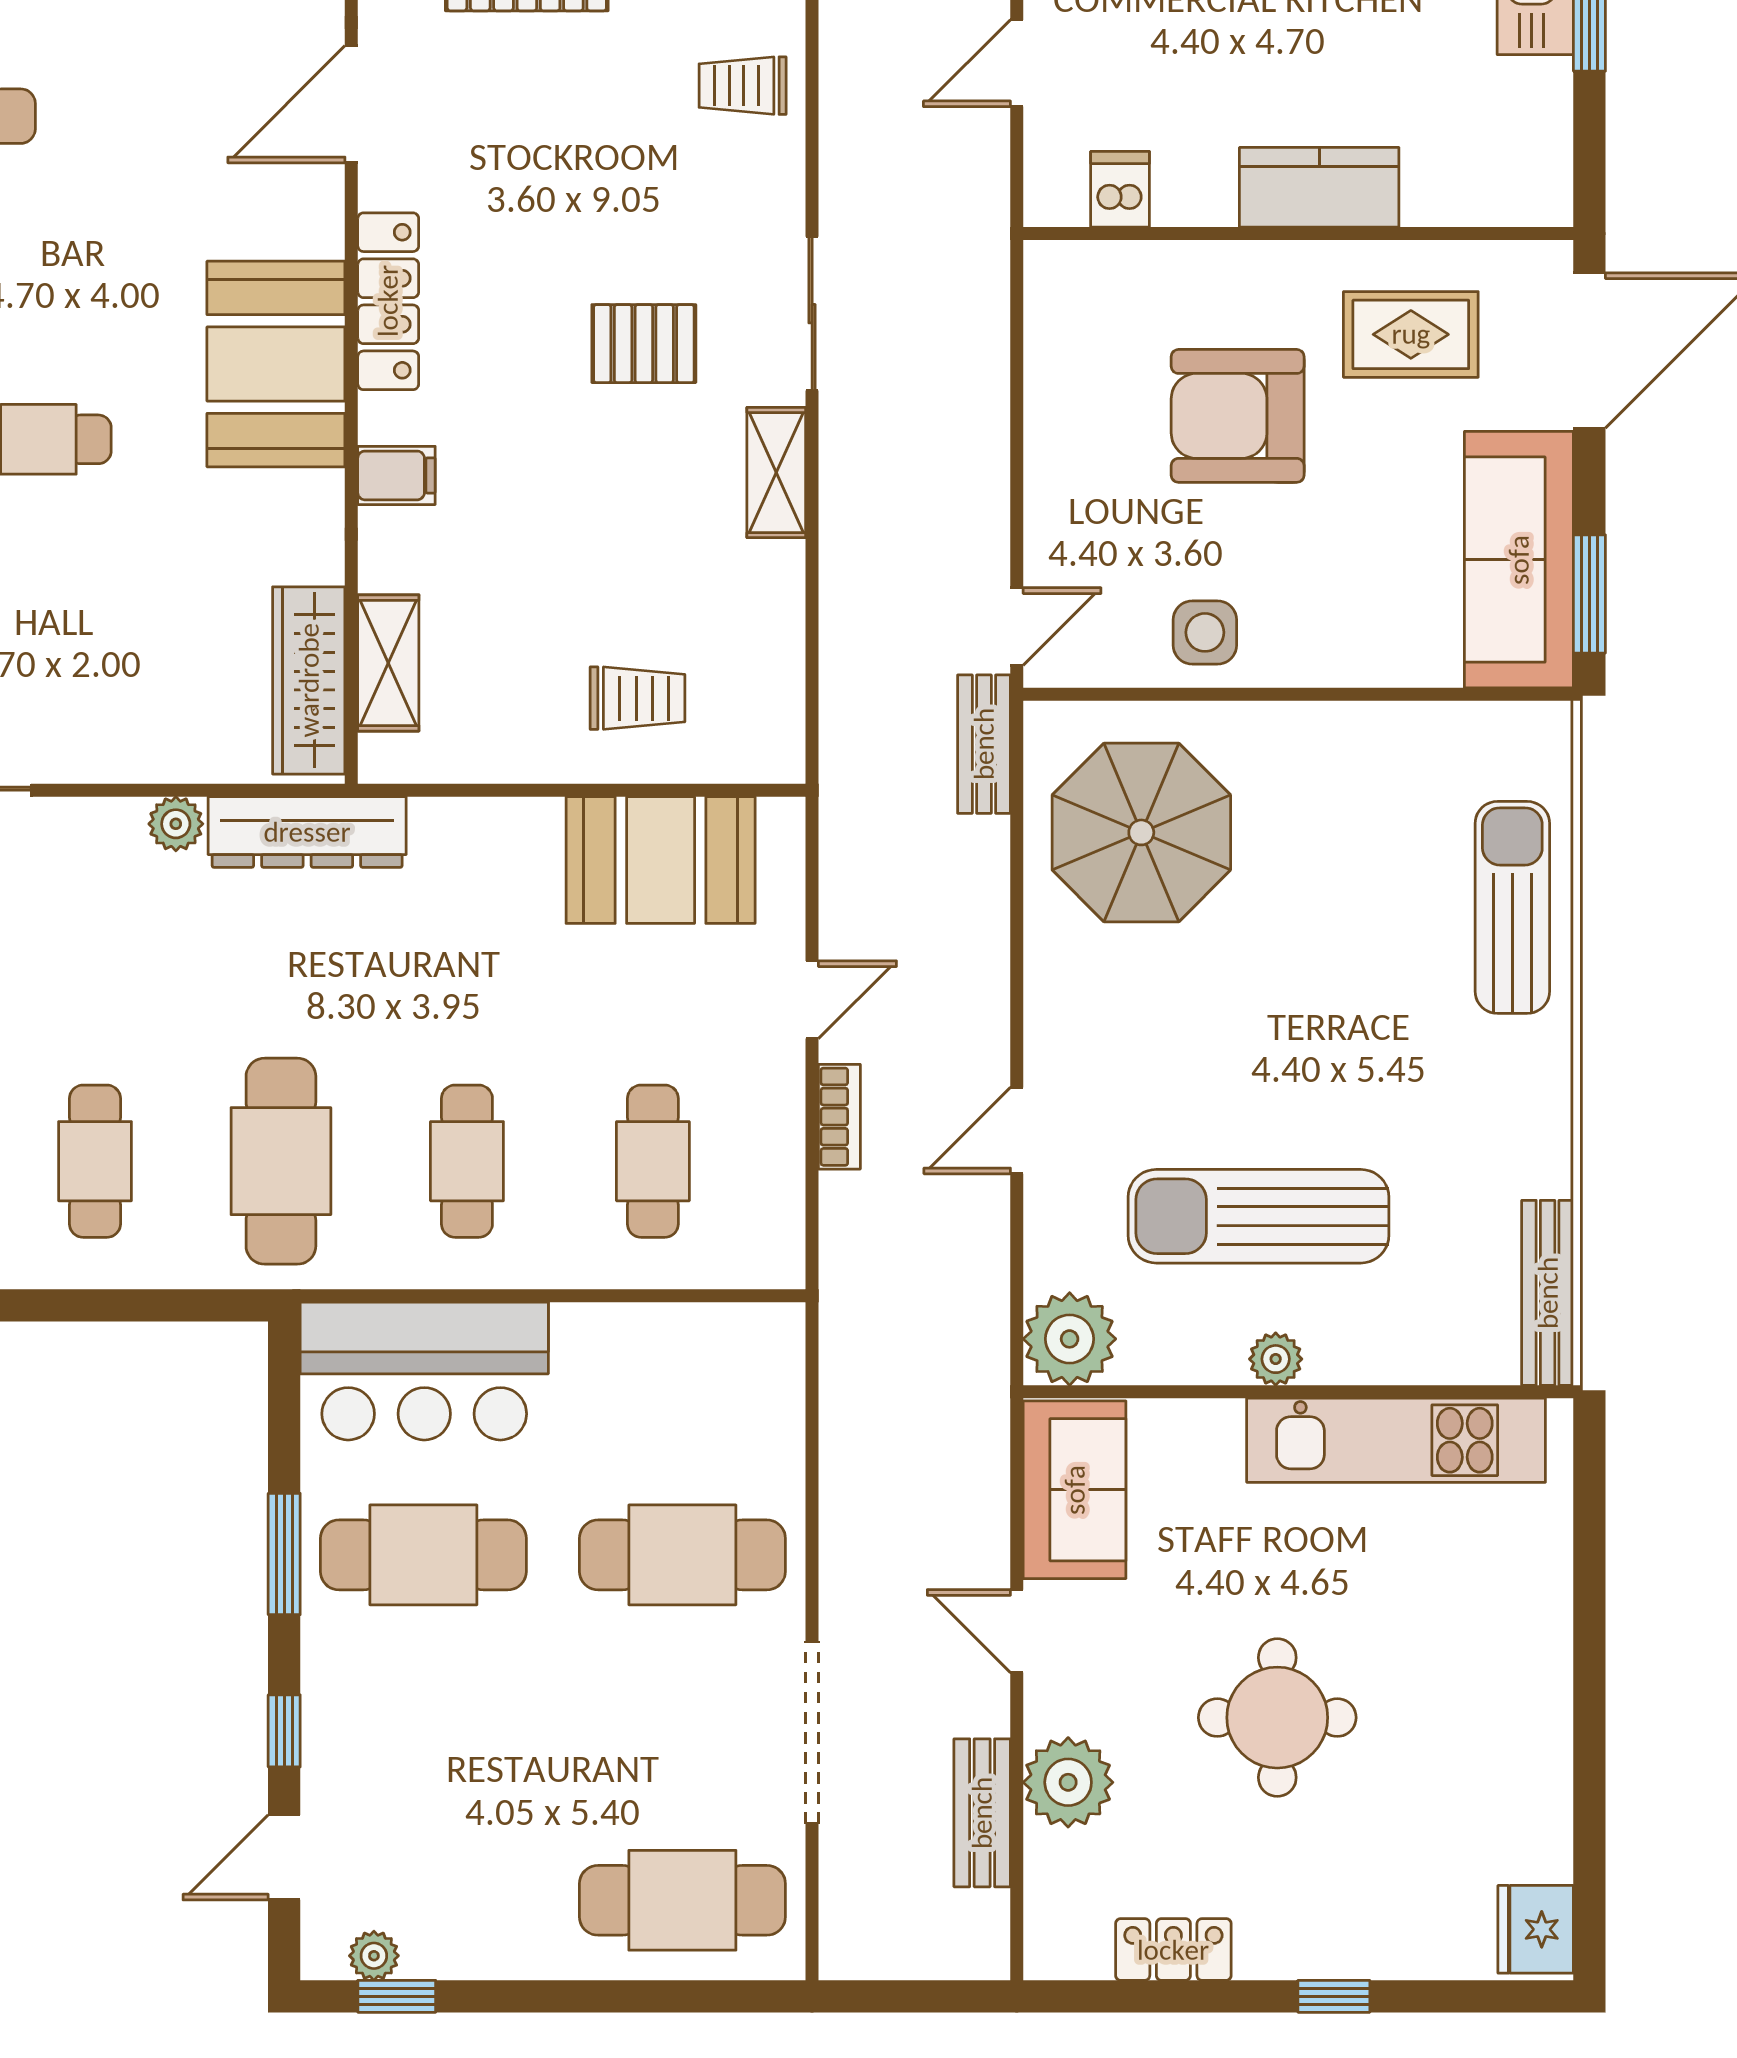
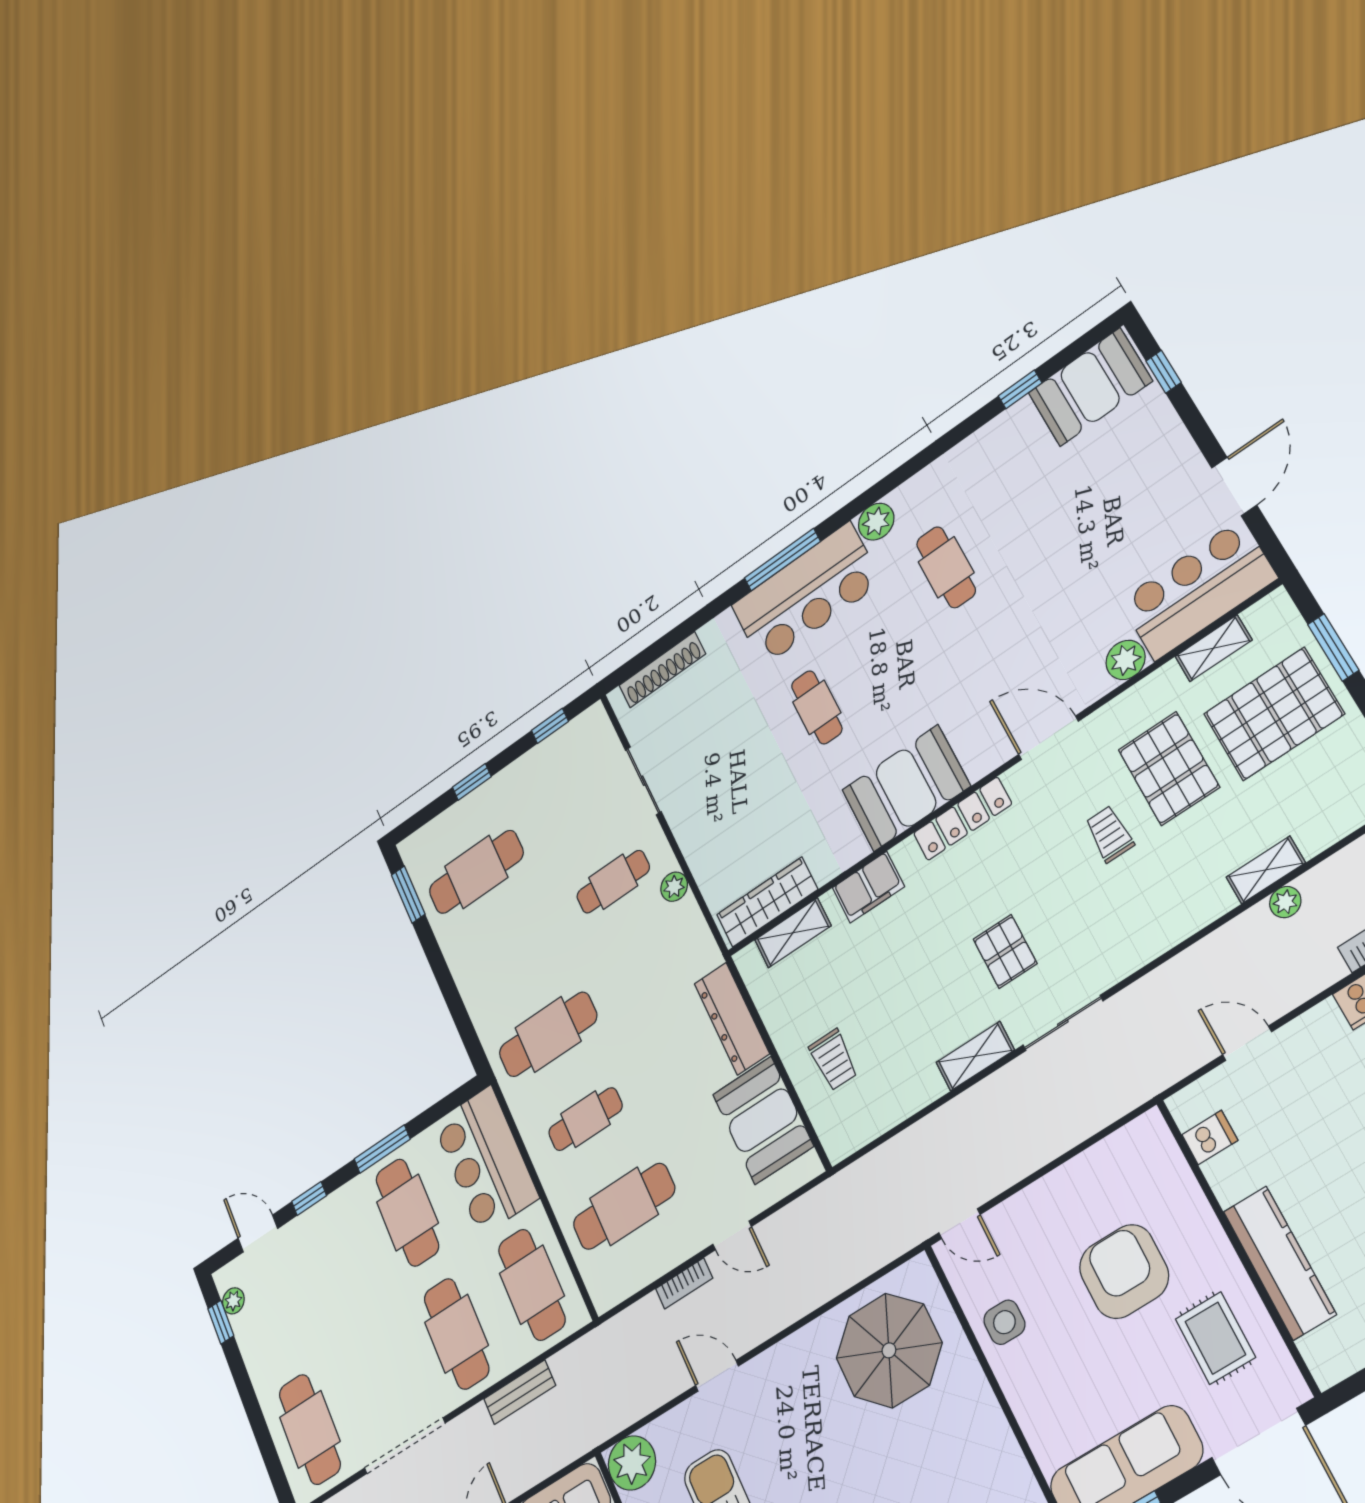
trolley: (743, 86) -> (1109, 834), moved
kitchen counter: (1319, 187) -> (1279, 1263), width x1.50
filing cabinet: (396, 475) -> (868, 887), width x2.00
bench: (984, 744) -> (520, 1392), moved
dresser: (307, 832) -> (732, 1018), moved
cafe table: (95, 1161) -> (613, 882), moved
cafe table: (653, 1161) -> (624, 1206), width x1.37, depth x1.35
cafe table: (682, 1382) -> (532, 1285), added

